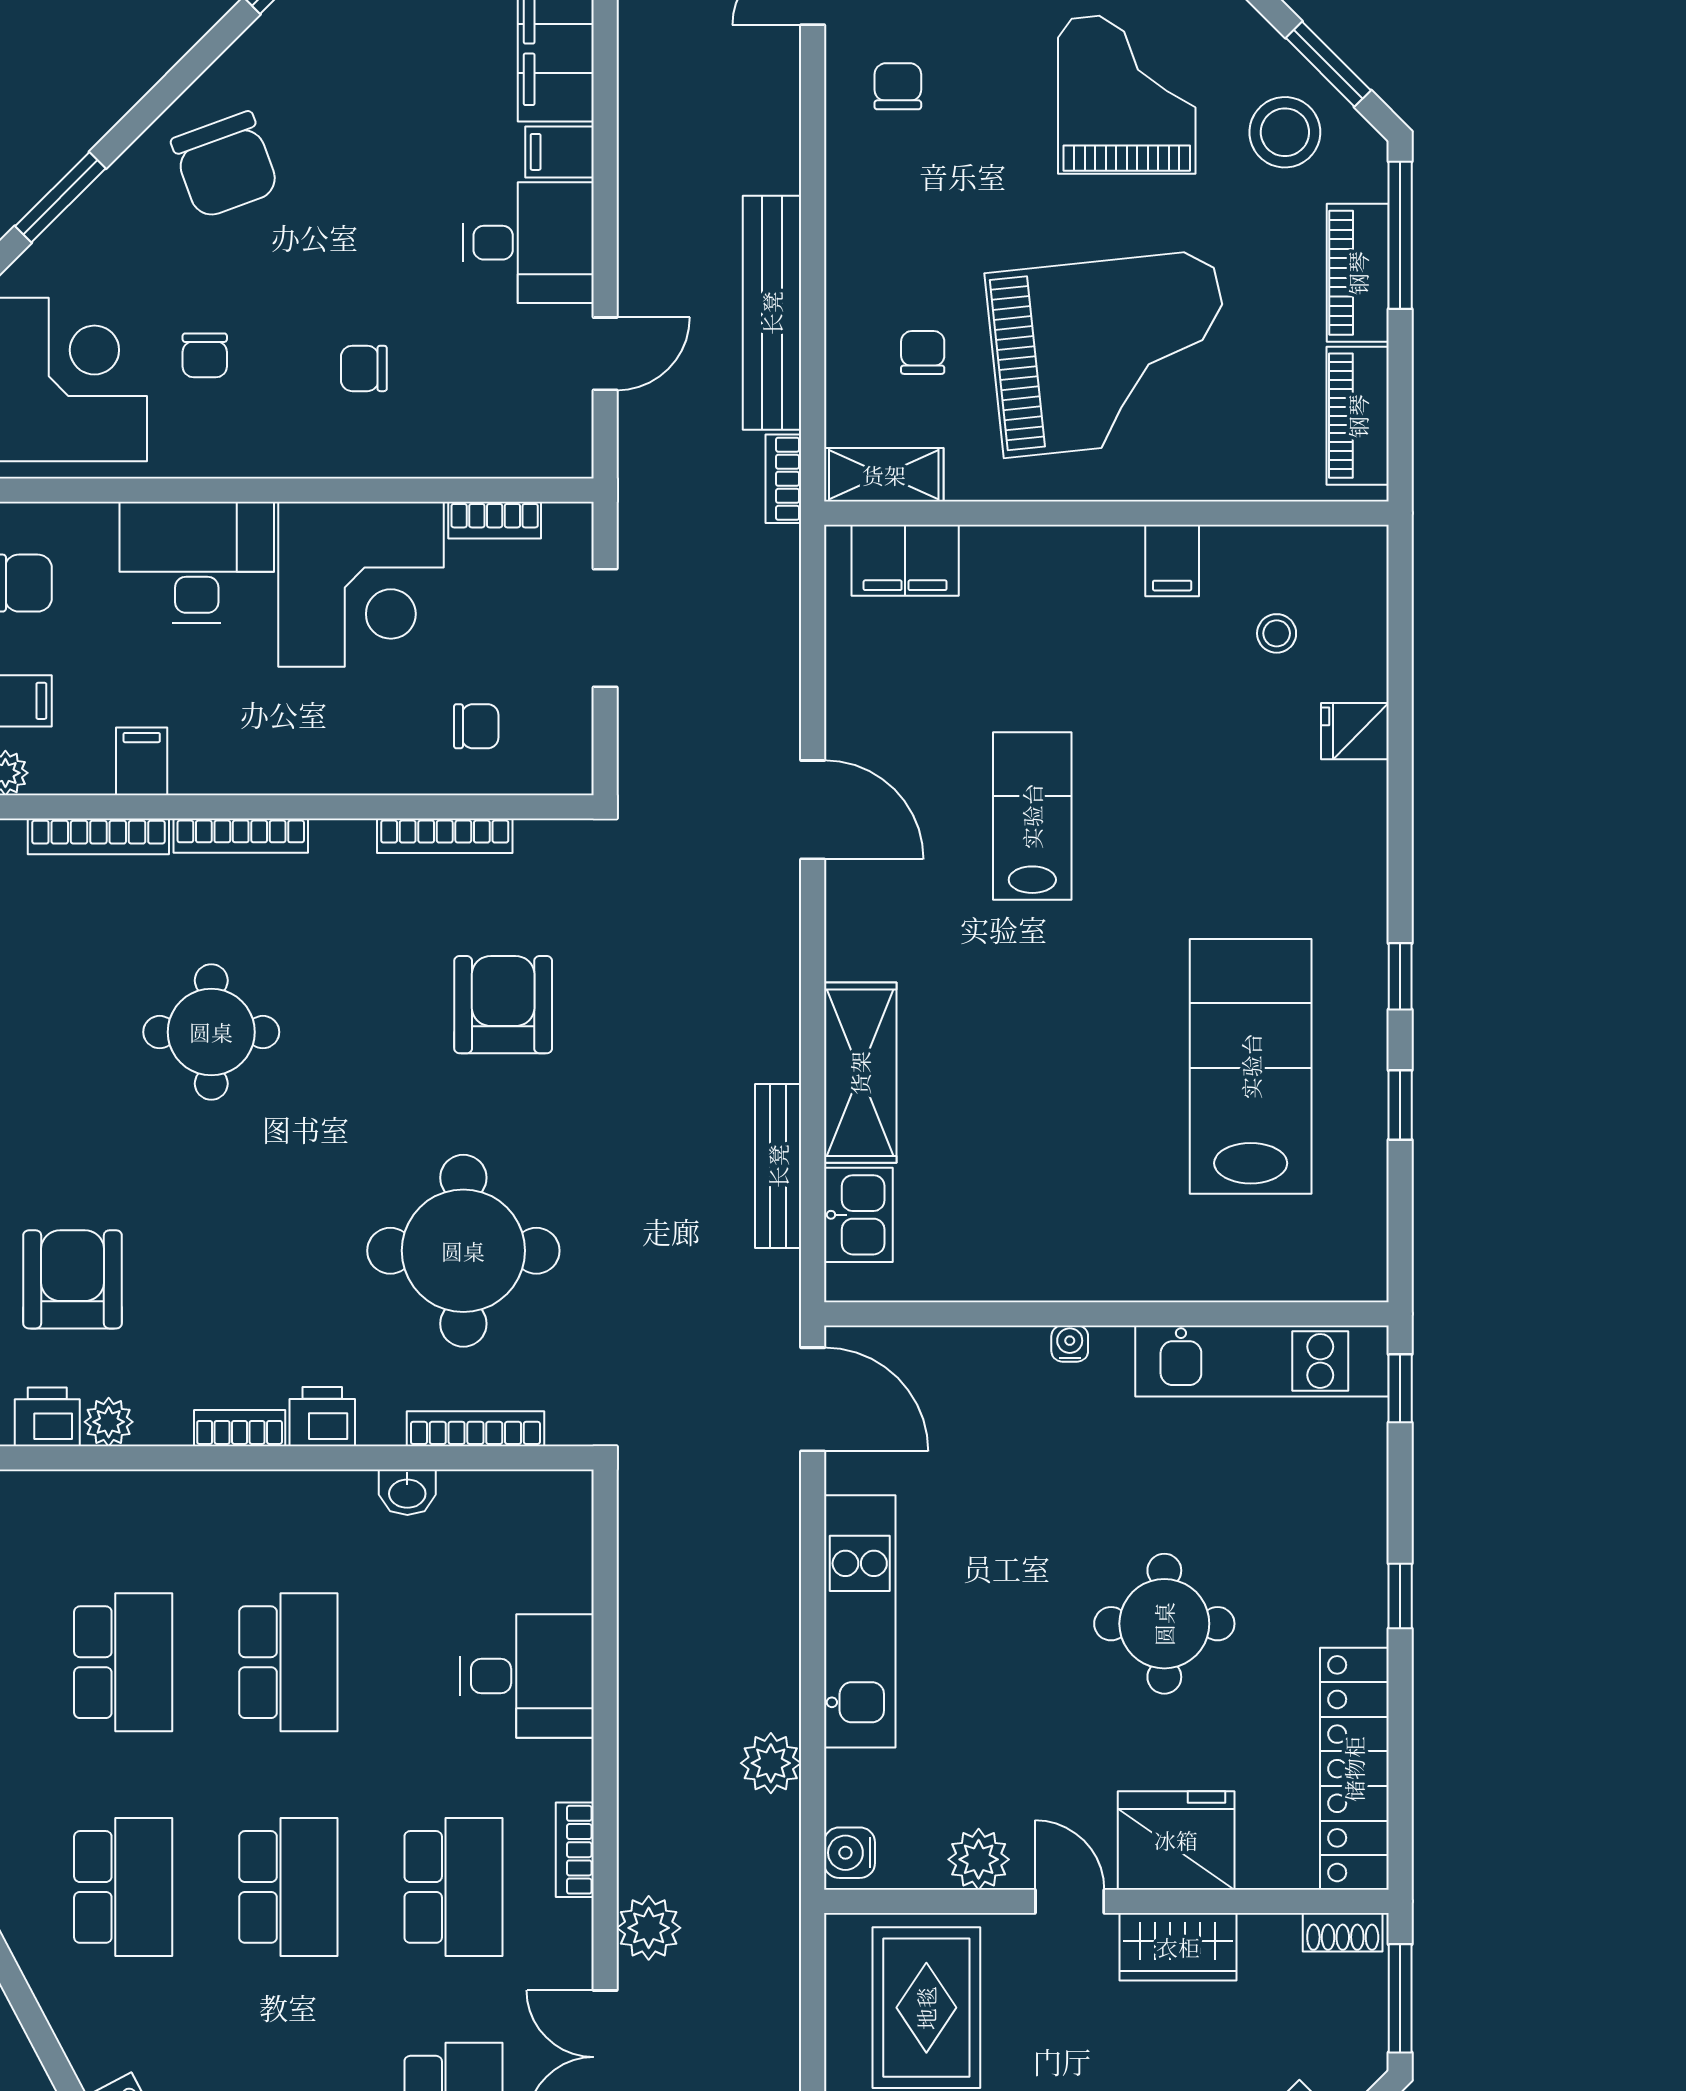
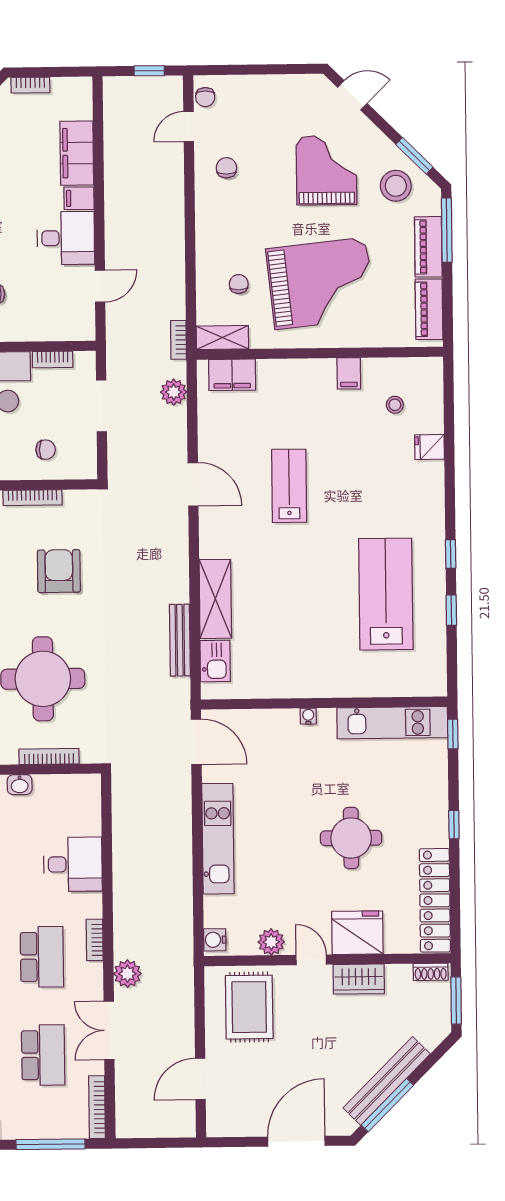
bench: (772, 313) -> (173, 267), removed
plant: (771, 1763) -> (174, 392), moved

